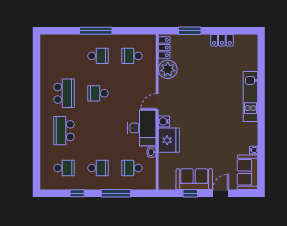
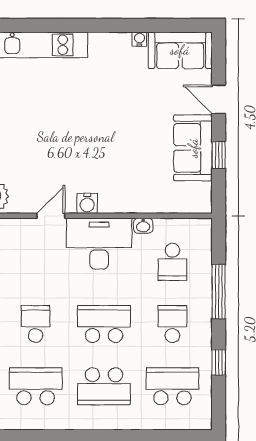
school desk: (98, 93) -> (36, 324), turned 180
door: (157, 102) -> (51, 216), swing flipped
school desk: (98, 131) -> (104, 324), added
fridge: (169, 140) -> (122, 195), removed
school desk: (64, 168) -> (172, 386), width x1.85

